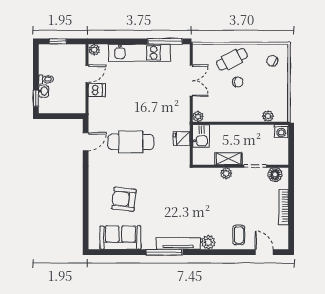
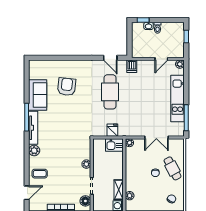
door: (87, 74) -> (161, 59), hinge flipped
dishwasher: (97, 90) -> (132, 66), moved
shelving: (228, 159) -> (119, 190), moved
sofa: (120, 238) -> (38, 95), moved

